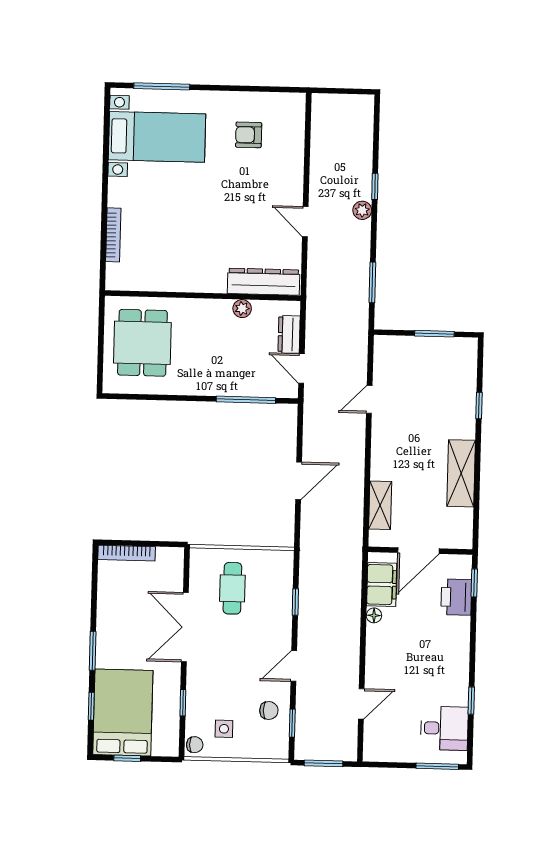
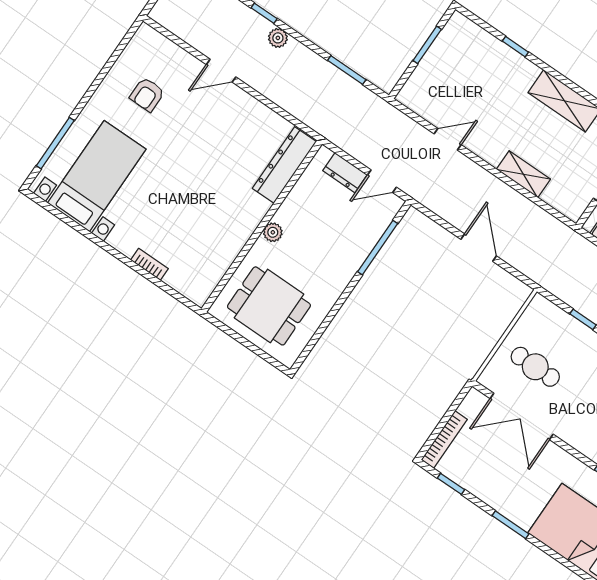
door: (305, 222) -> (221, 71), moved
bookcase: (113, 235) -> (149, 264), width x0.64
plant: (242, 309) -> (273, 232), moved
door: (369, 399) -> (448, 139), swing flipped
shelving: (380, 505) -> (523, 174), moved
double door: (185, 627) -> (522, 416), moved
window: (91, 706) -> (451, 484), moved

